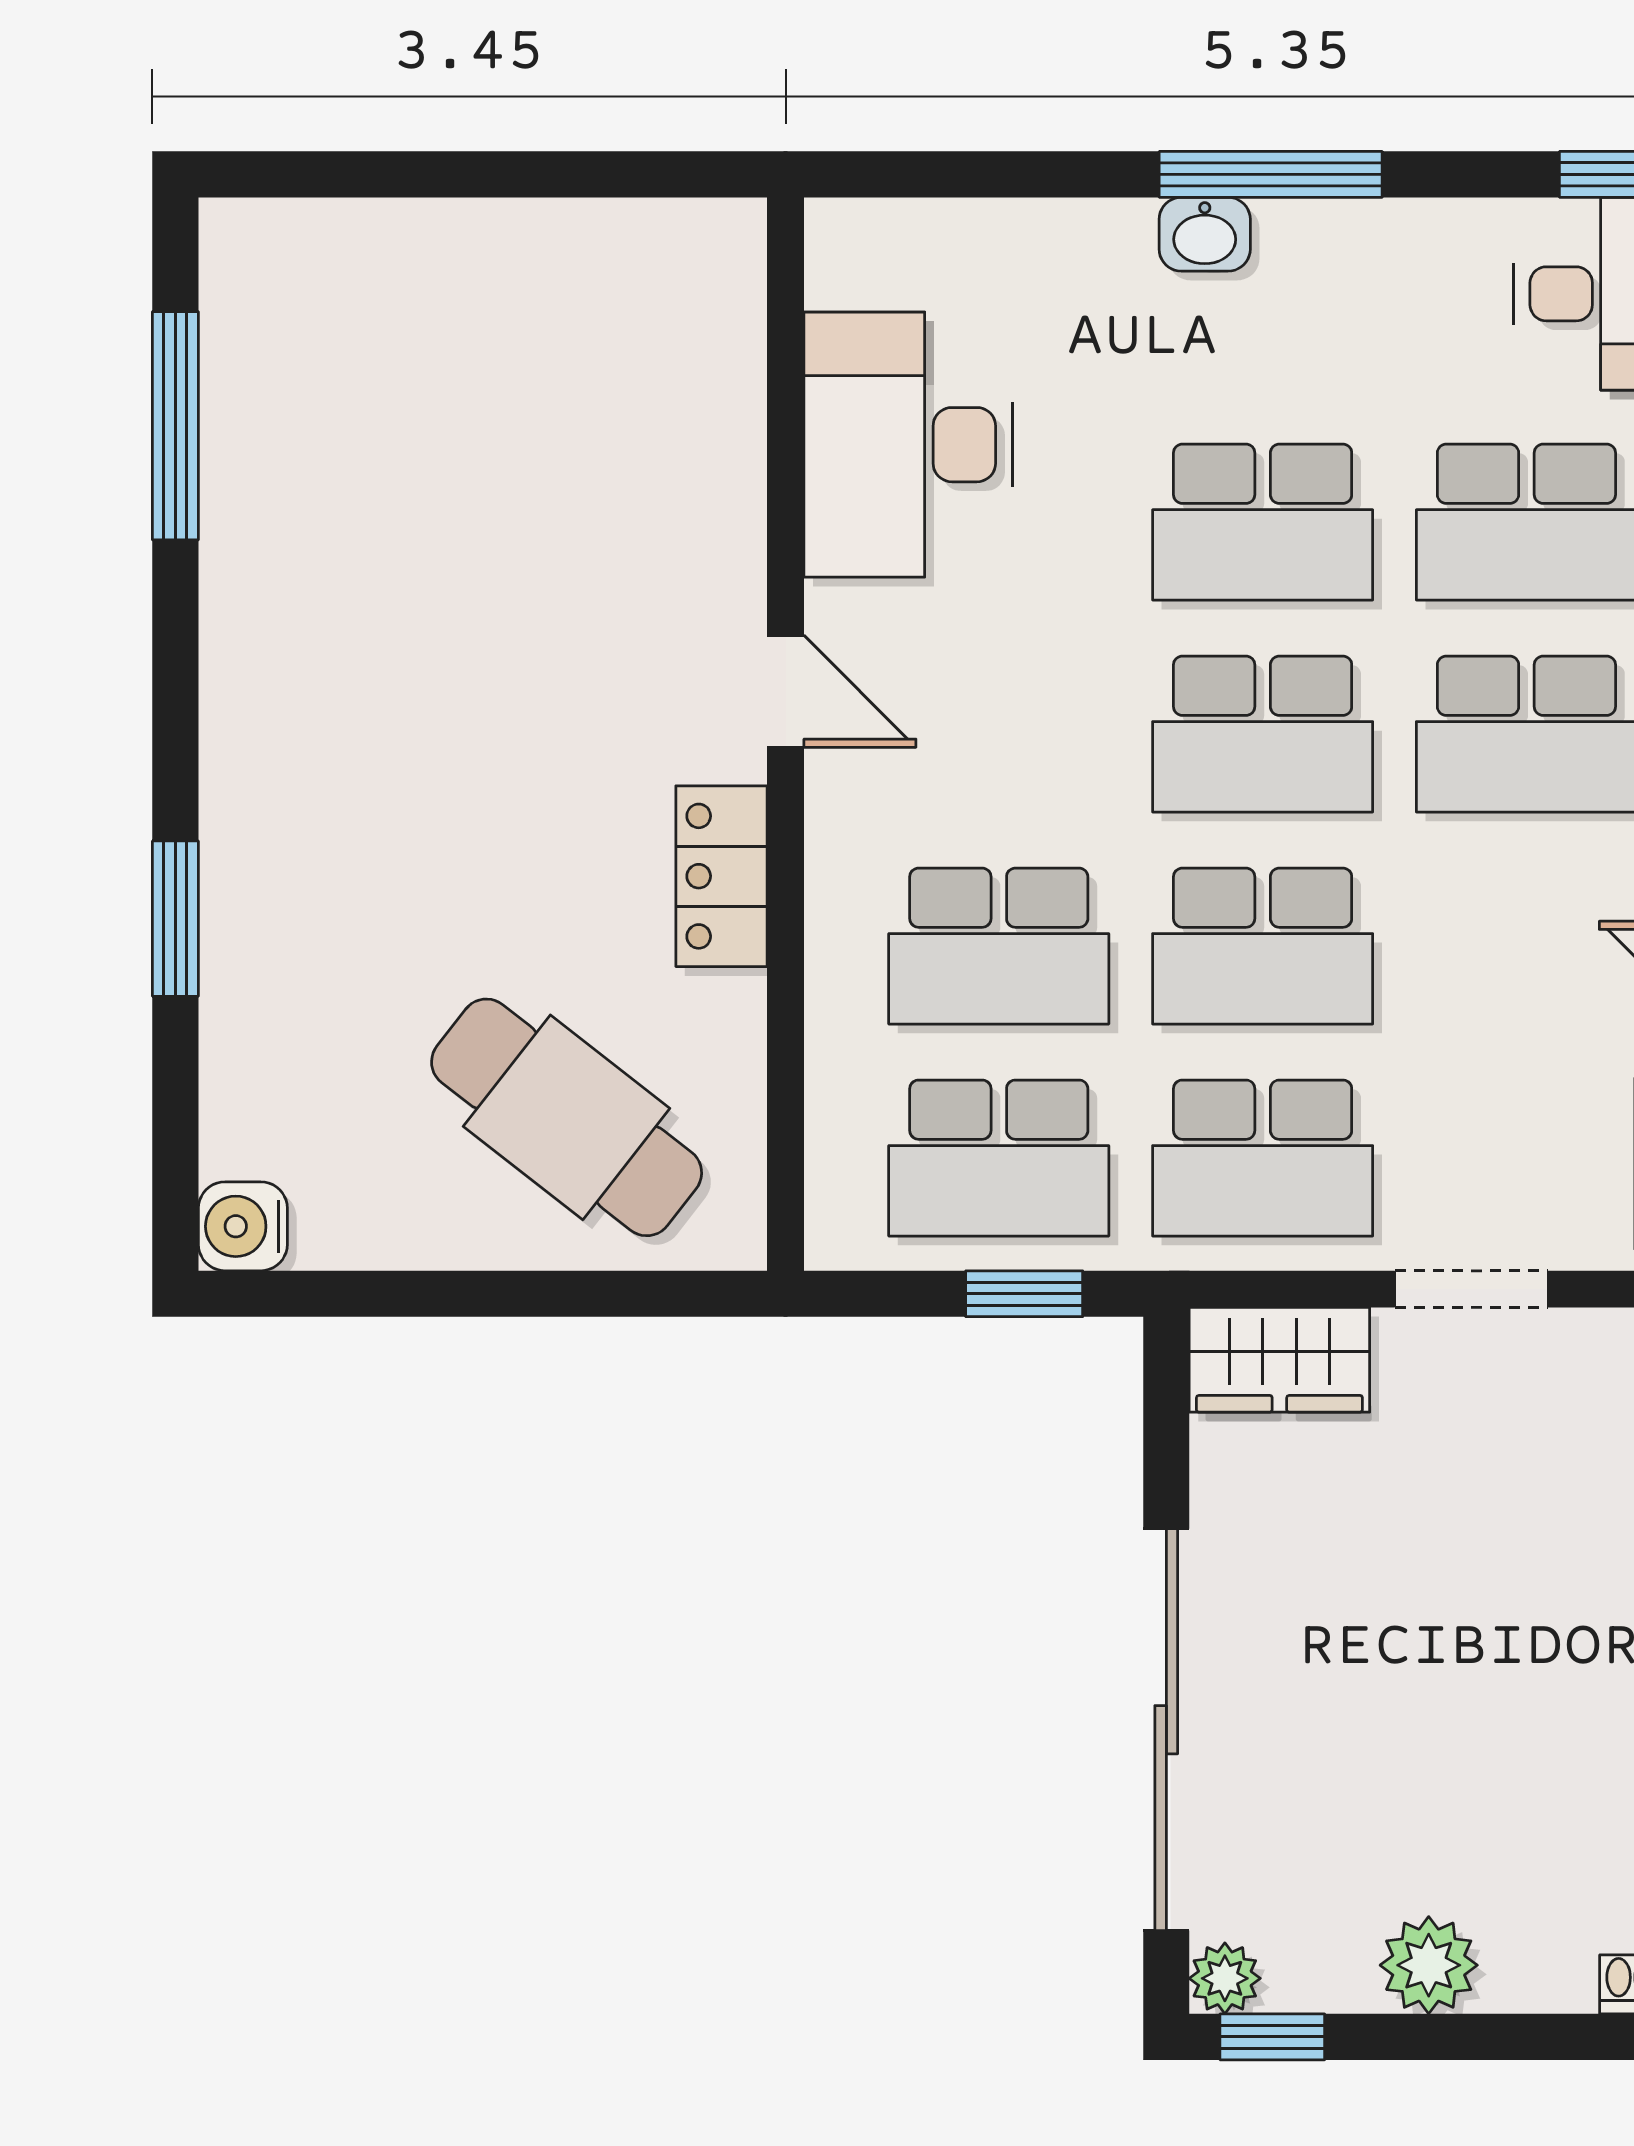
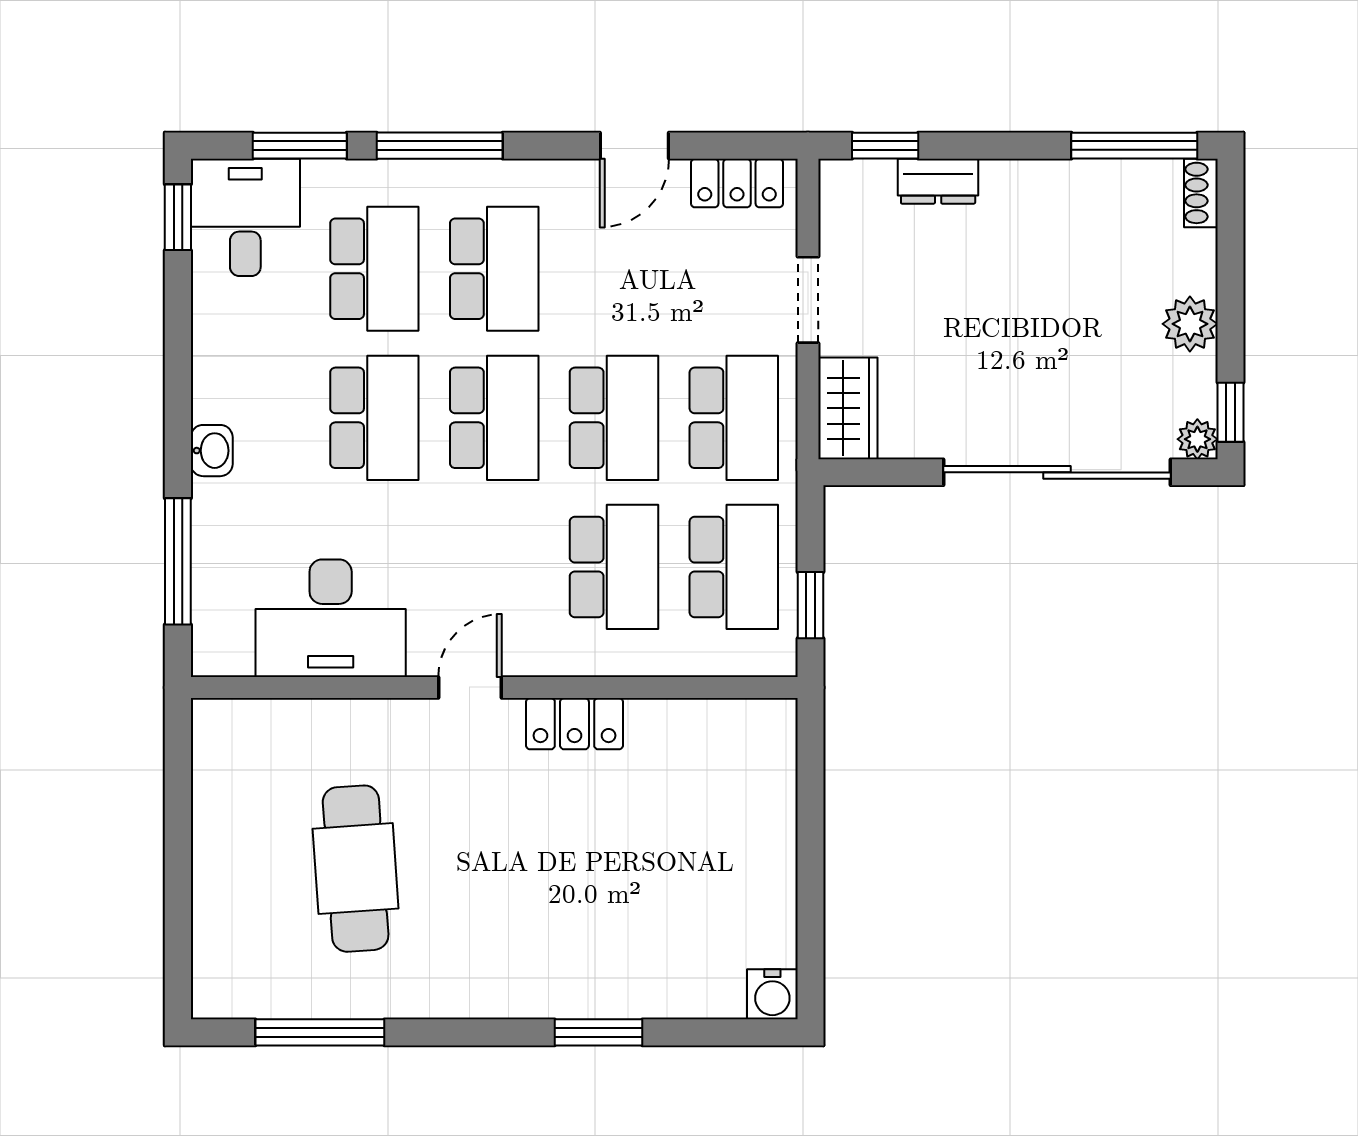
window: (1271, 174) -> (178, 561), moved
cafe table: (567, 1117) -> (356, 869), moved, turned -42
window: (1024, 1294) -> (810, 605), moved

